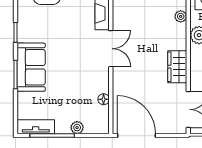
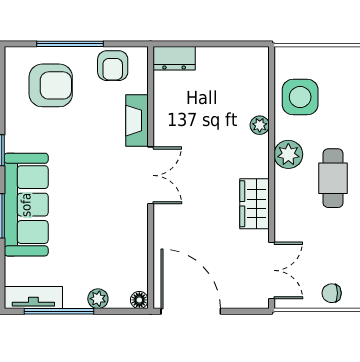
sofa: (31, 67) -> (26, 205), width x1.36
floor lamp: (104, 99) -> (139, 300), moved

